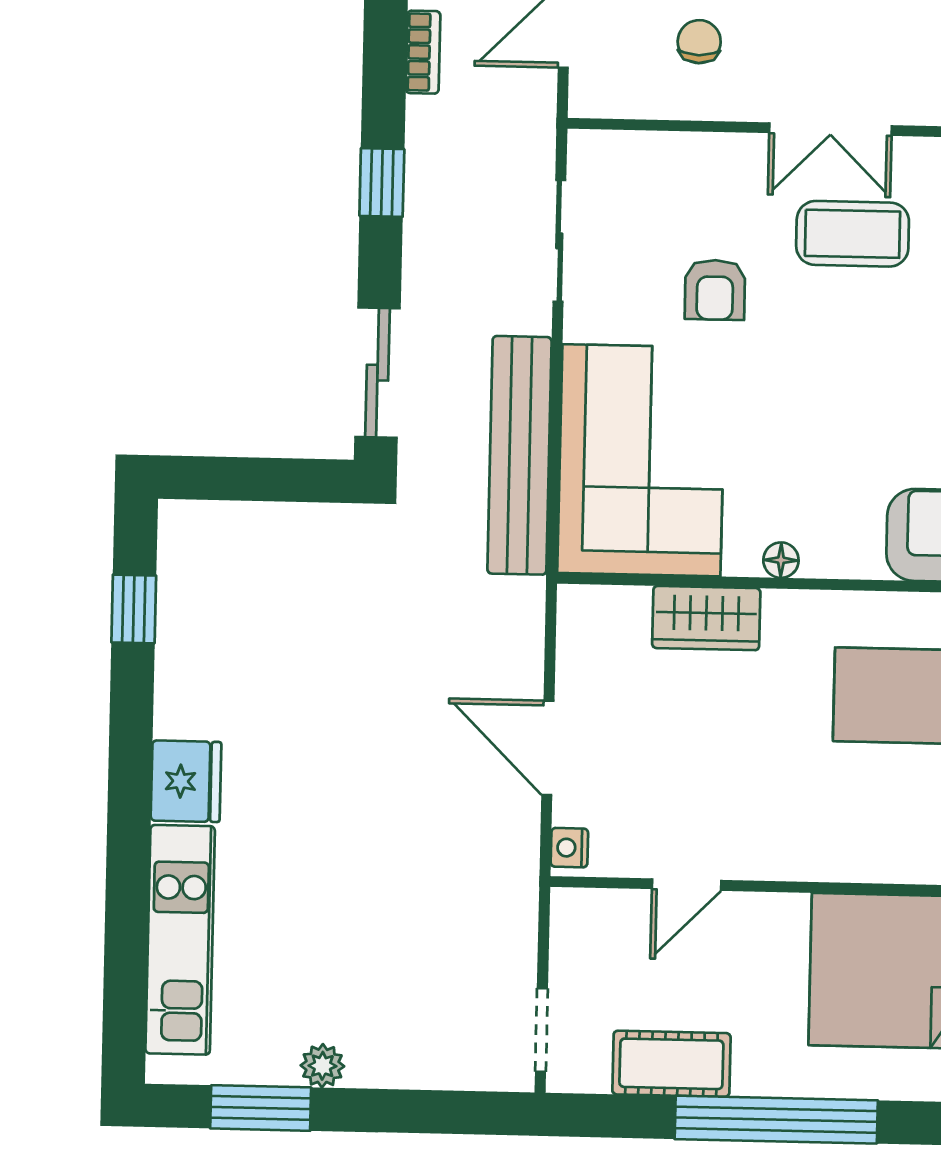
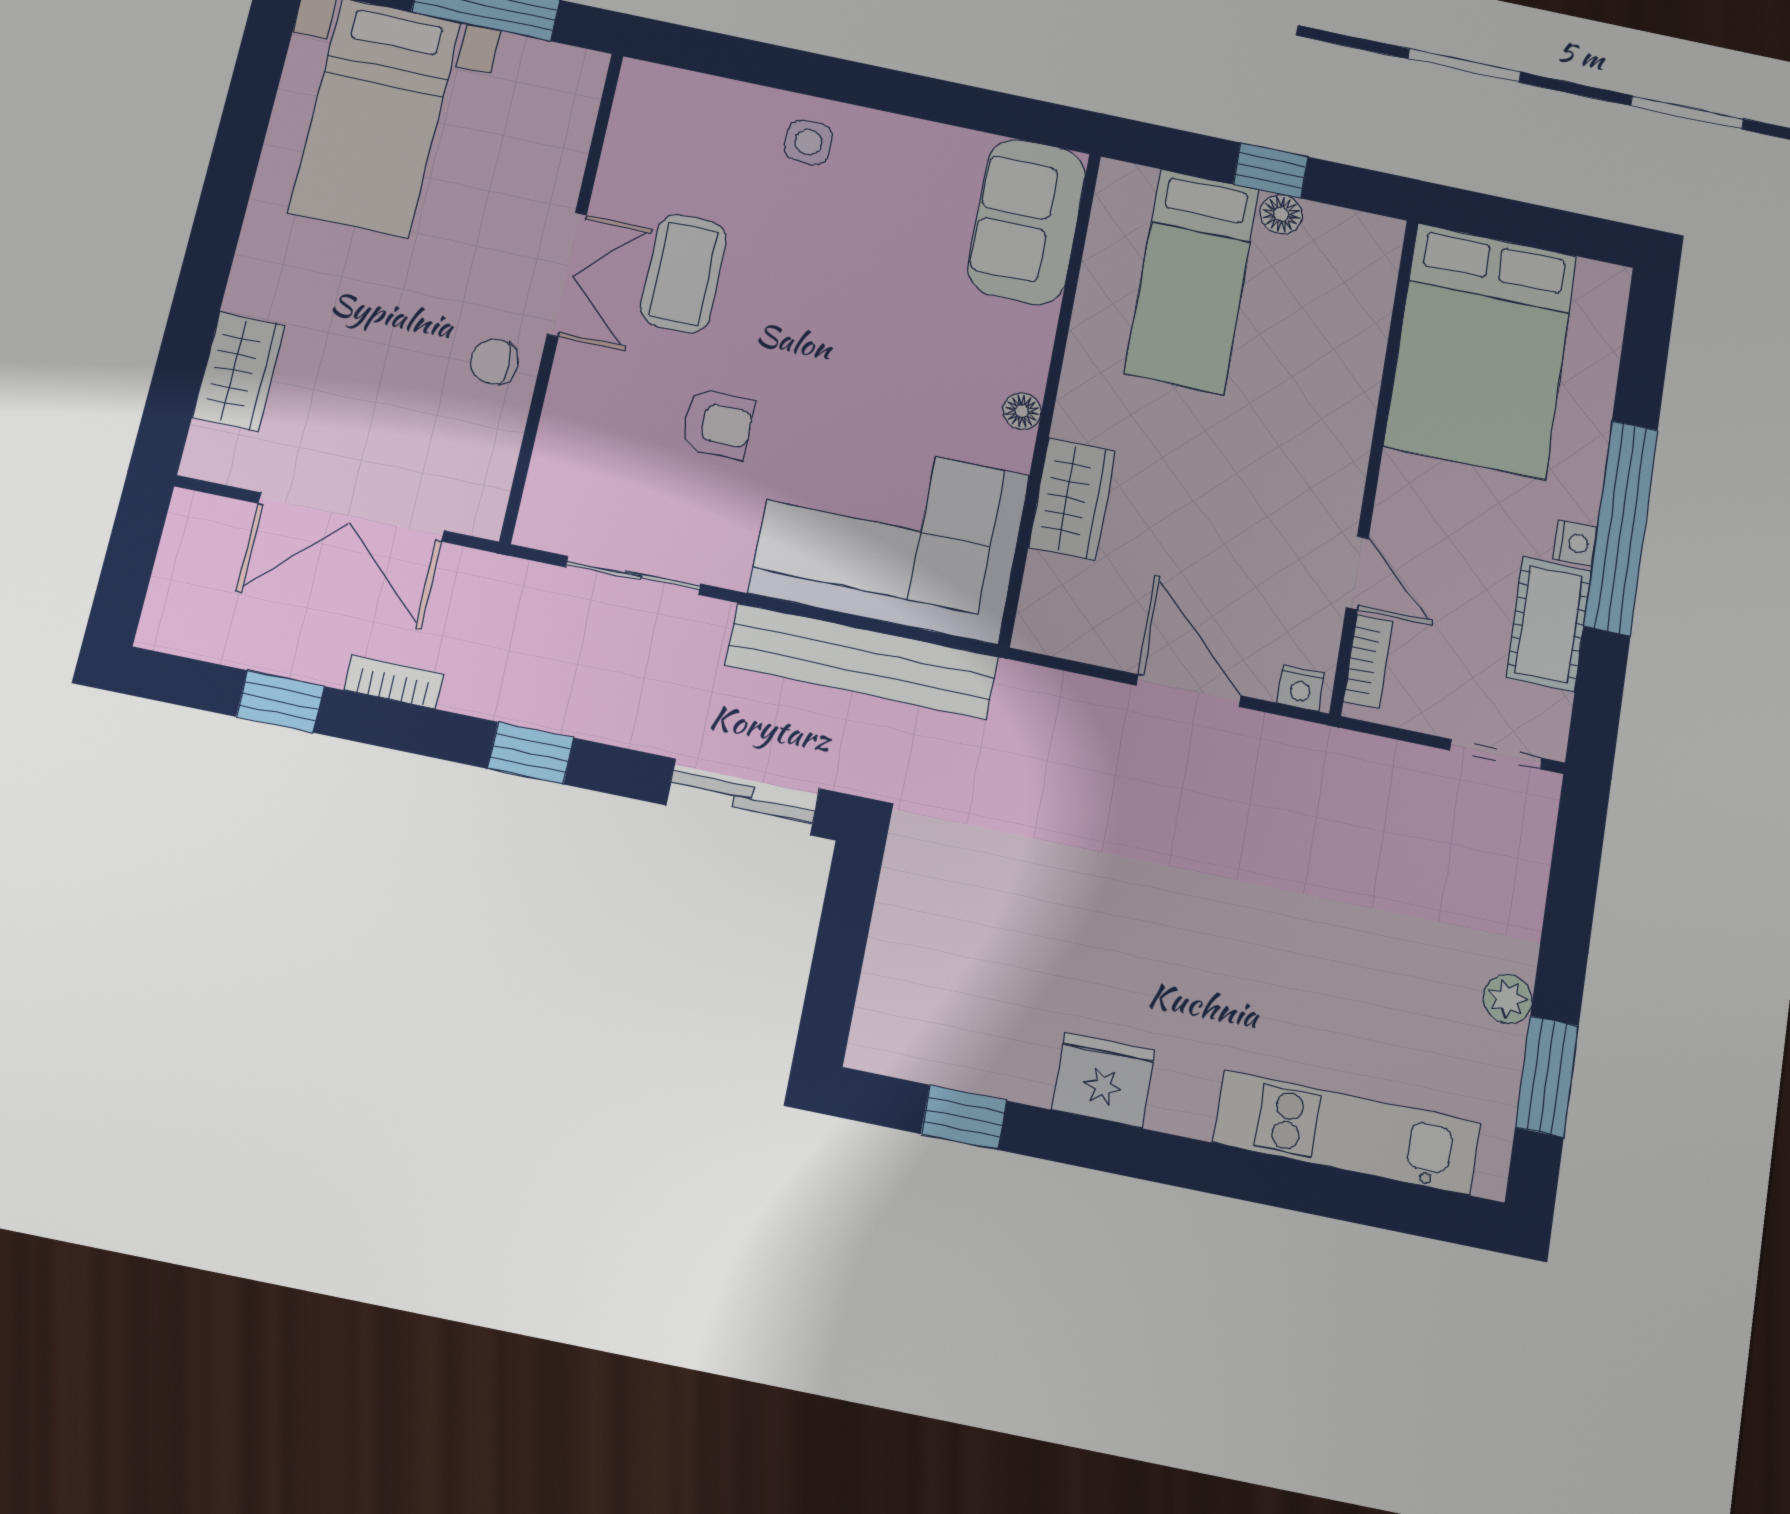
chair: (699, 42) -> (494, 362), moved
door: (548, 748) -> (1188, 690), swing flipped
fridge: (186, 781) -> (1104, 1080), moved
bookcase: (605, 905) -> (1368, 661), added
nightstand: (753, 1079) -> (1575, 543), added

